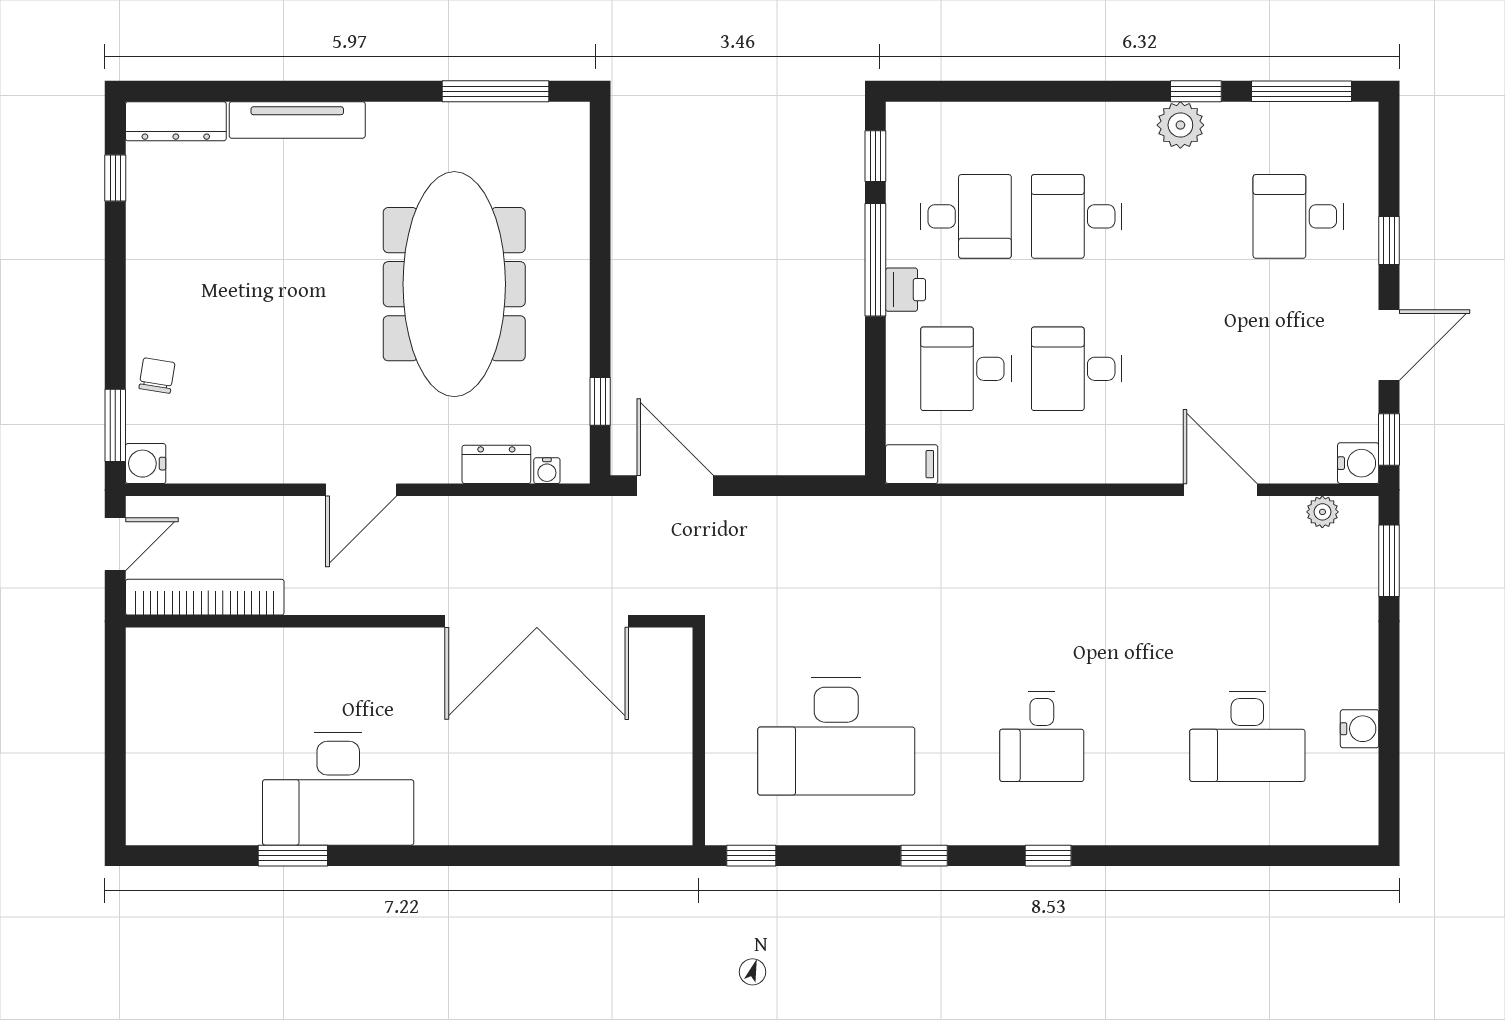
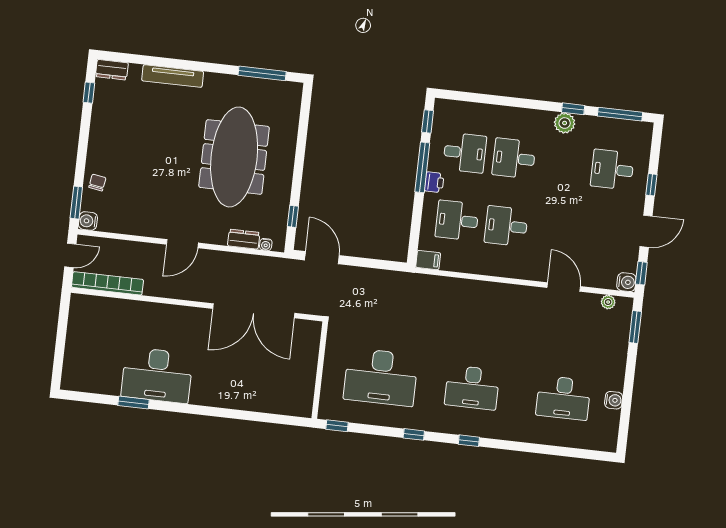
dresser: (176, 121) -> (112, 70), width x0.70
desk: (1042, 736) -> (472, 387), width x1.37

